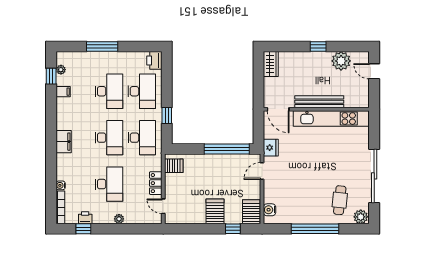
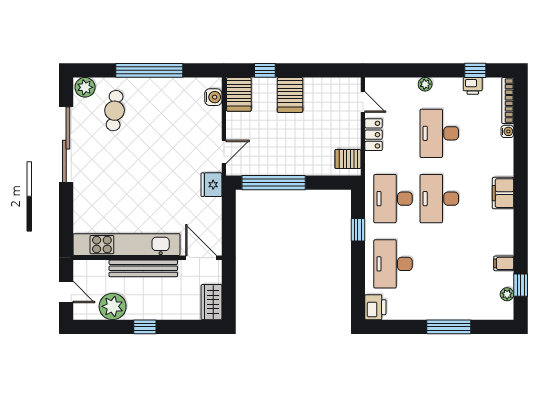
desk: (109, 91) -> (439, 264), removed
bench: (319, 102) -> (143, 268), moved
door: (278, 109) -> (201, 258), moved
wall: (316, 109) -> (147, 258), moved
kitchen unit: (331, 119) -> (126, 245), moved

